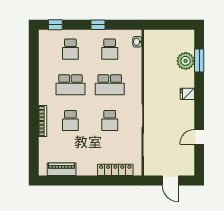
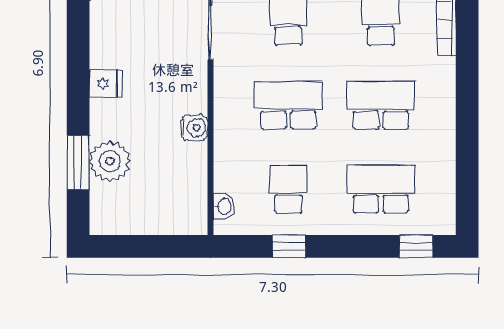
window: (98, 25) -> (289, 246), moved
school desk: (70, 49) -> (381, 189), width x1.85
water cooler: (150, 75) -> (194, 128), added

